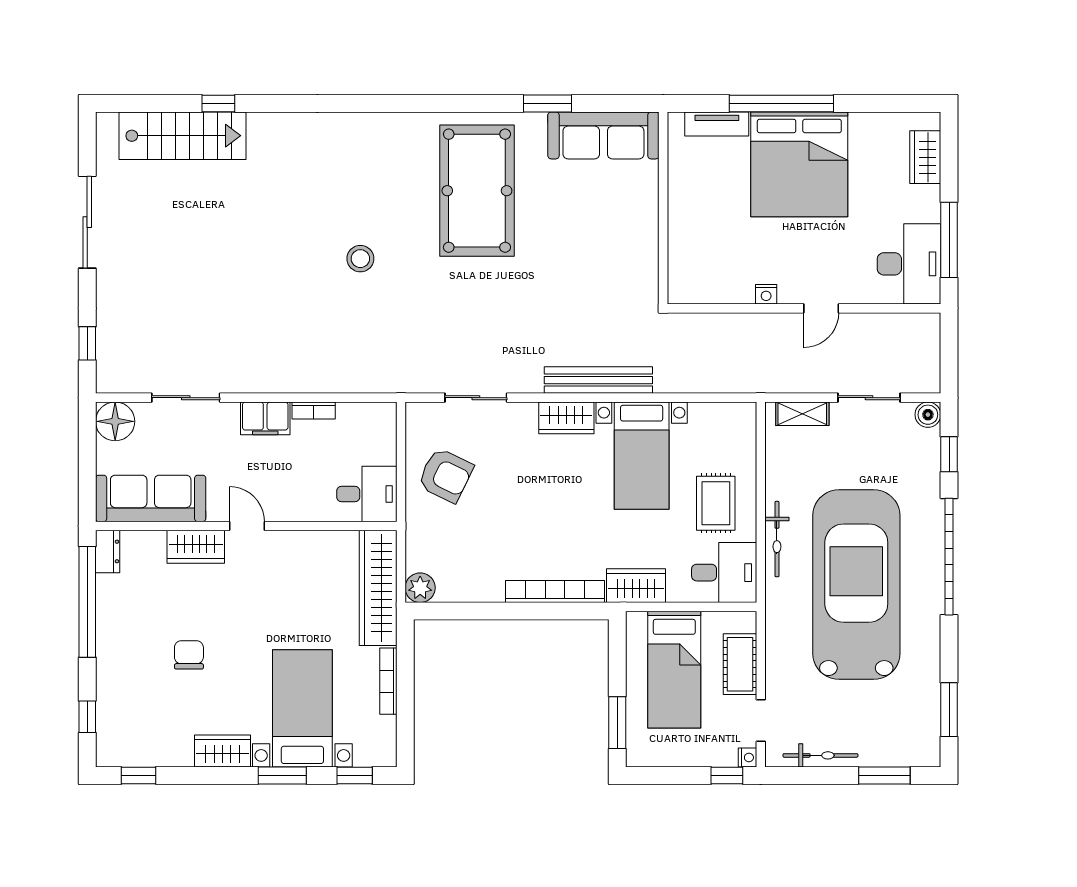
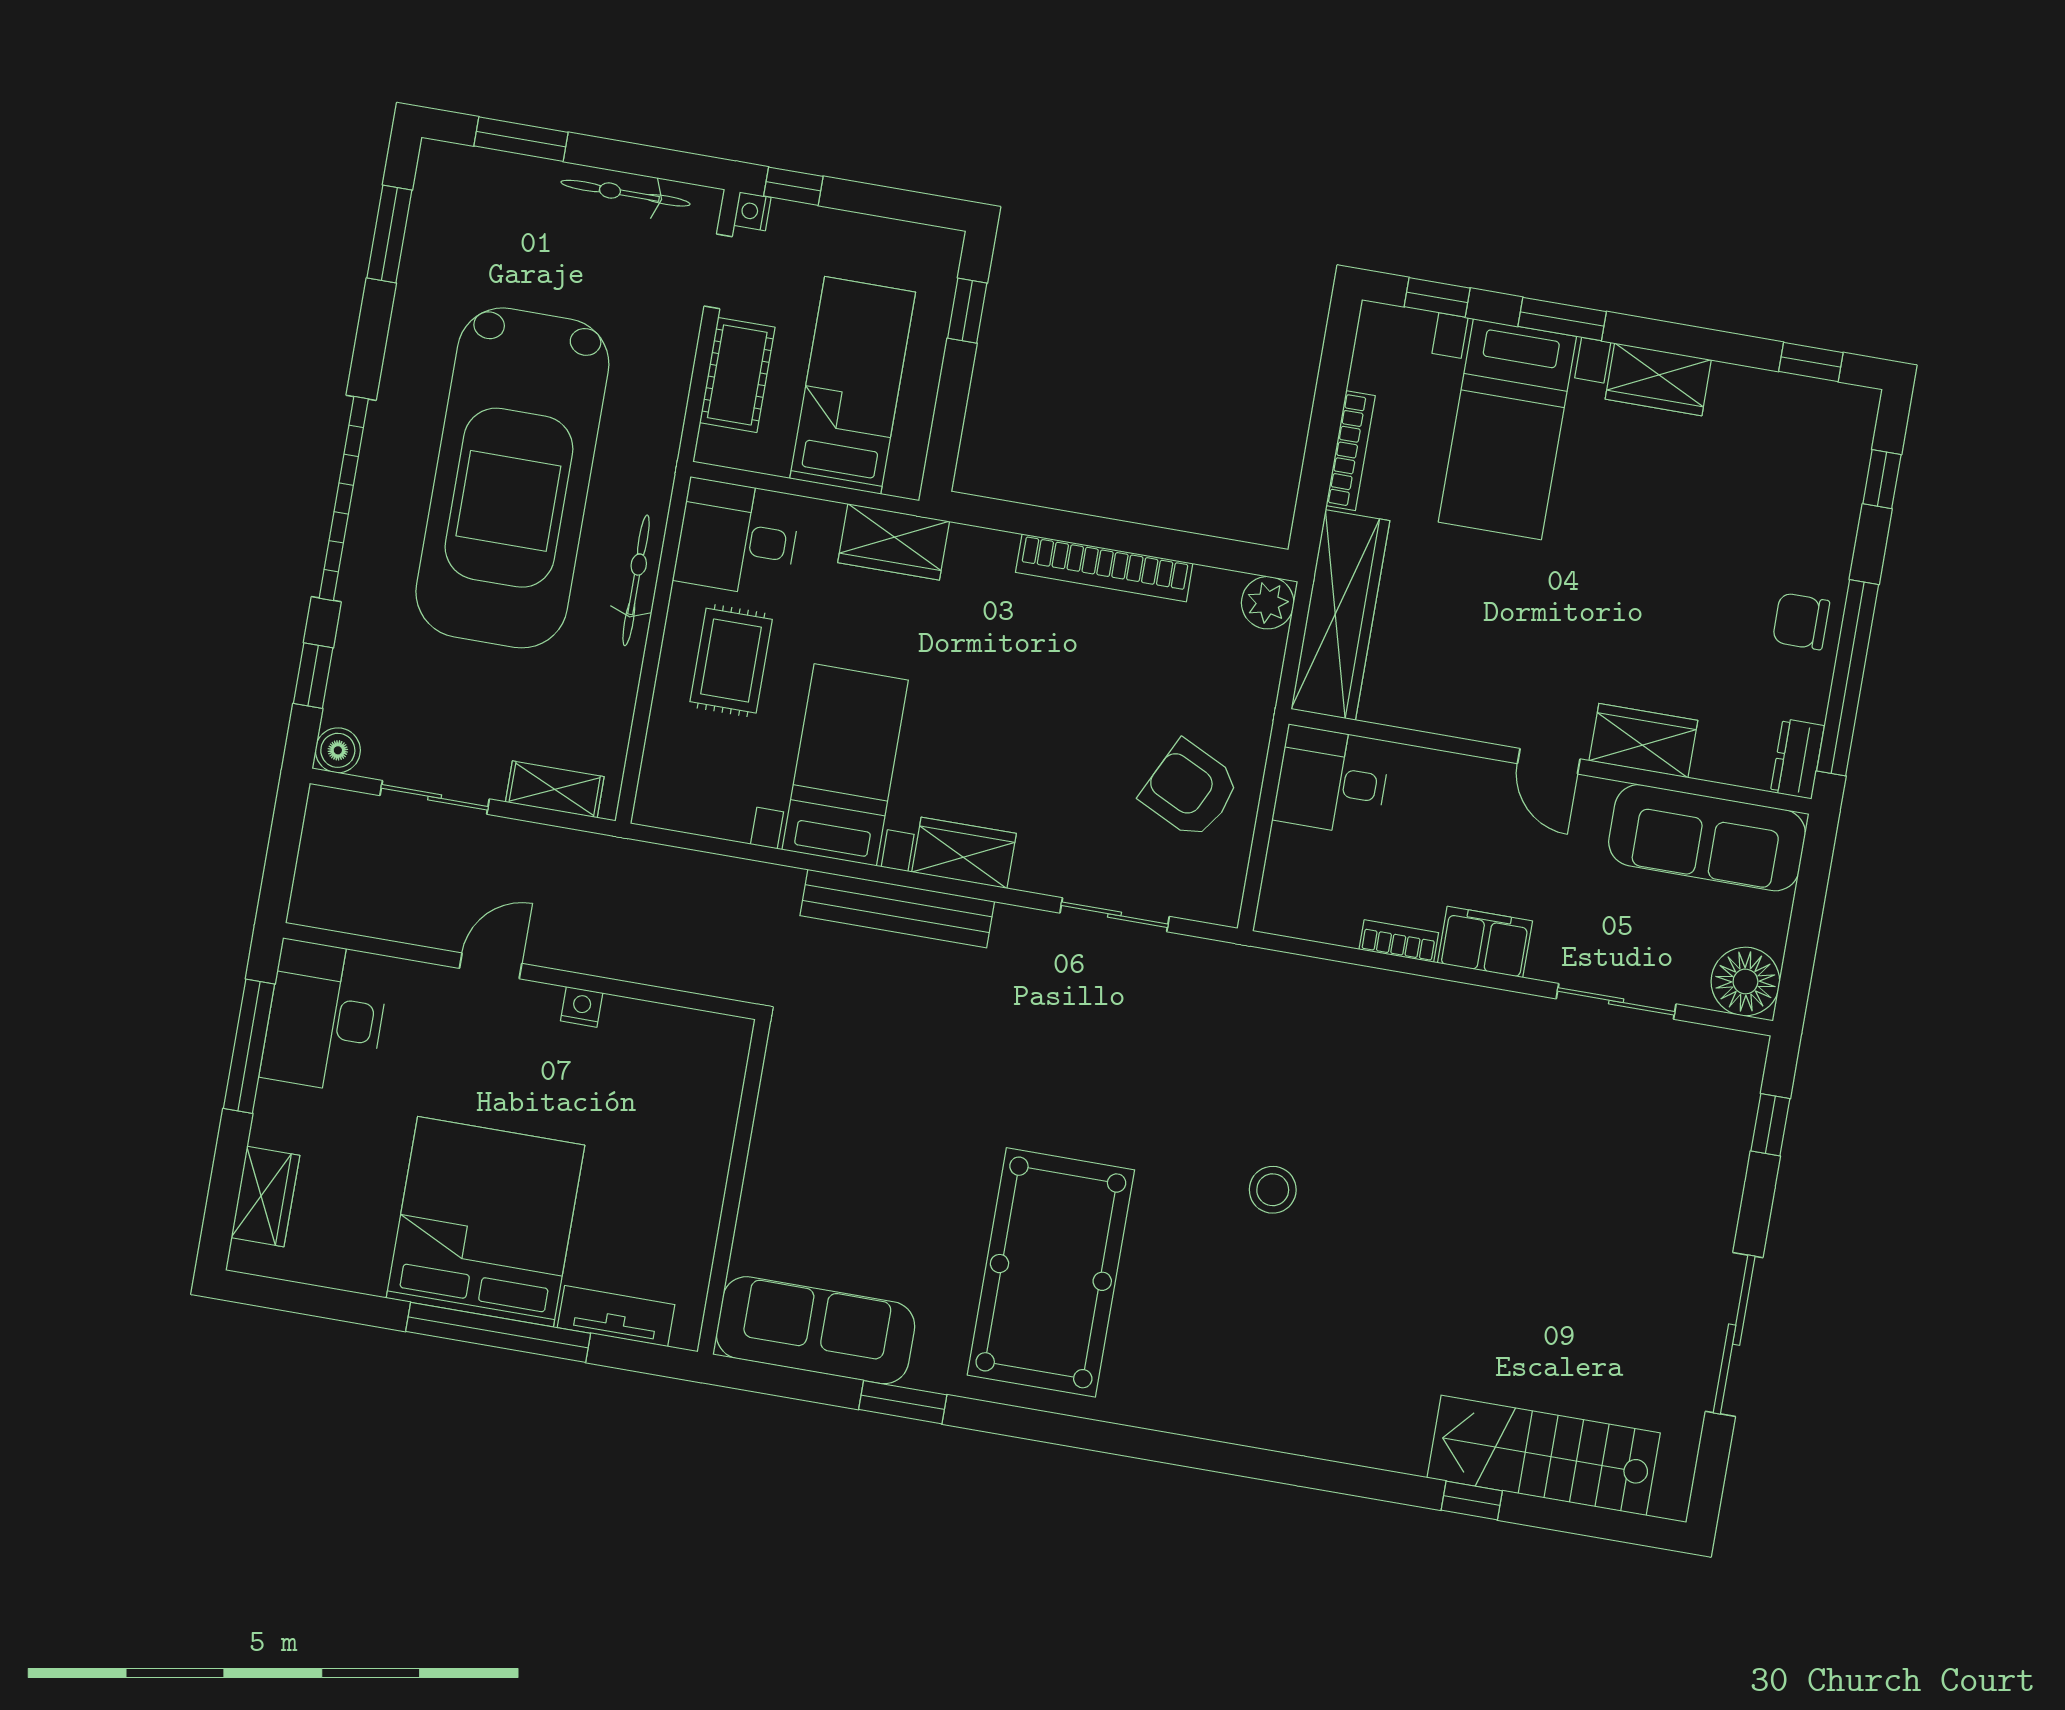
bookcase: (555, 591) -> (1104, 568), moved
chair: (189, 655) -> (1801, 621), moved, turned 90
window: (617, 723) -> (967, 311), width x0.67

